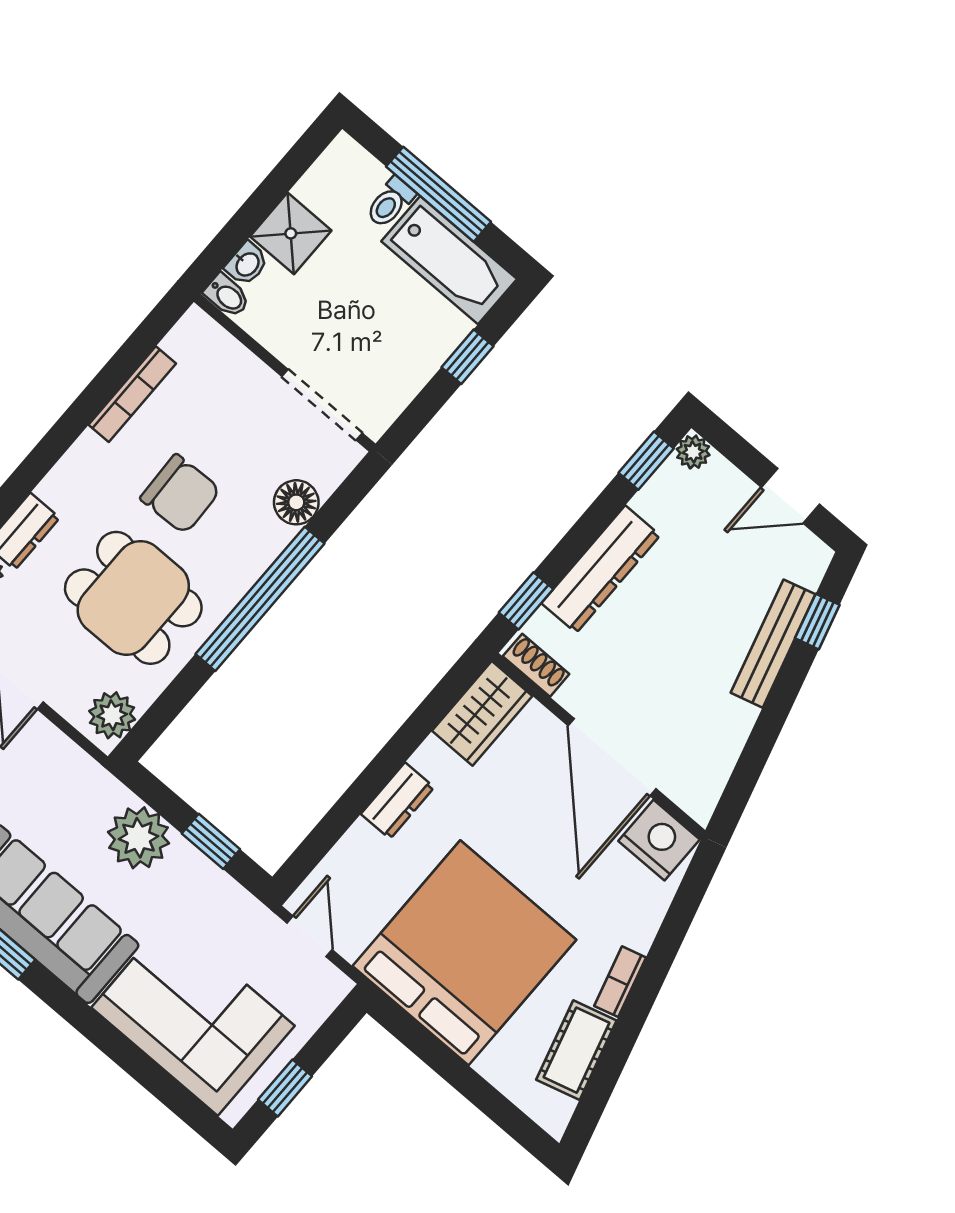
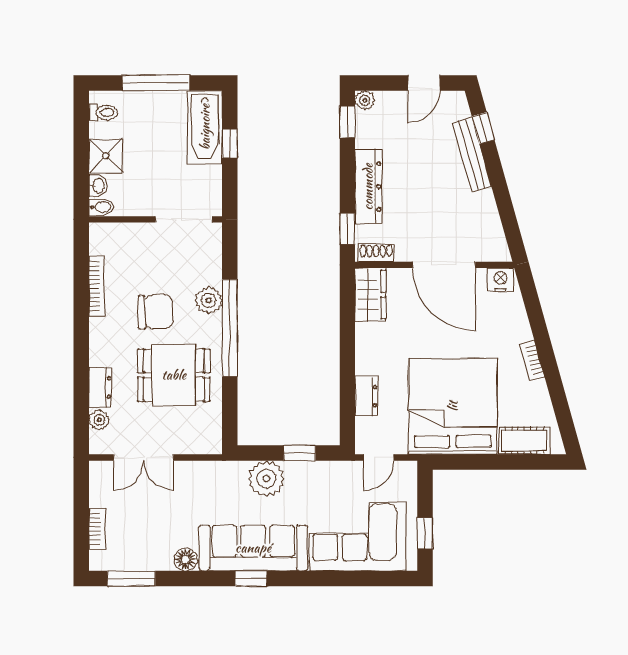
toilet: (390, 202) -> (103, 113), moved, turned -90
bathtub: (449, 260) -> (205, 127), moved, turned 90
floor lamp: (296, 502) -> (209, 272), removed
plant: (112, 715) -> (209, 300), moved
dresser: (397, 801) -> (366, 396), moved
nightstand: (659, 840) -> (501, 280), width x0.74, depth x0.75
door: (310, 936) -> (379, 457), swing flipped
cot: (576, 1050) -> (524, 441), moved, turned -74

